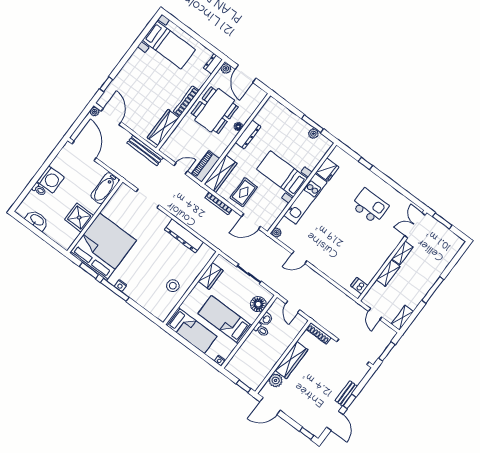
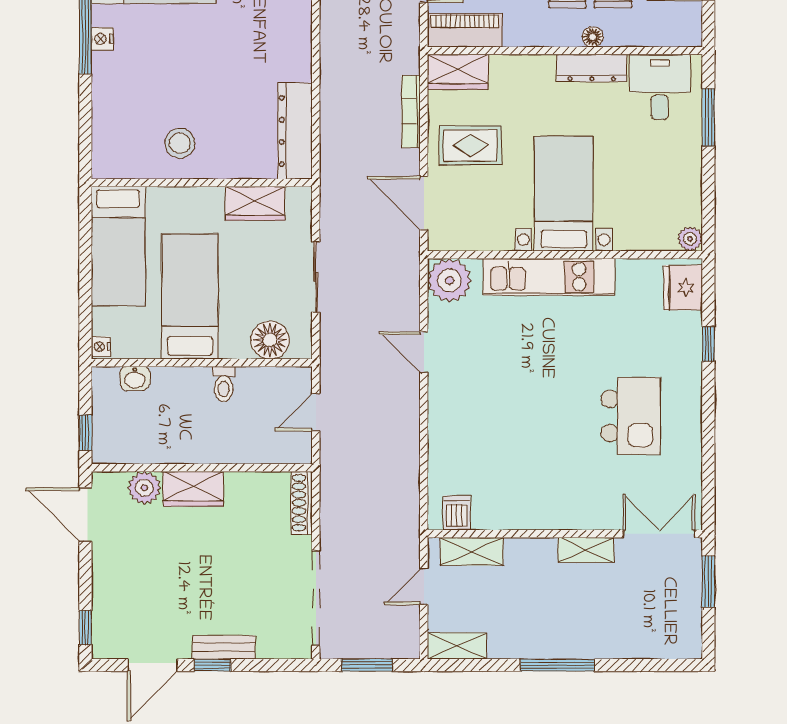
desk: (271, 117) -> (660, 87), added
window: (313, 124) -> (708, 117), moved
plant: (313, 134) -> (690, 239), moved
fridge: (327, 170) -> (683, 288), moved, turned 90
wardrobe: (221, 174) -> (458, 72), width x0.67
plant: (277, 233) -> (449, 280), width x1.88, depth x1.88
dresser: (184, 236) -> (295, 131), moved
shelving: (388, 273) -> (472, 551), moved
washbasin: (266, 319) -> (135, 378), moved
wardrobe: (291, 360) -> (193, 489), width x0.67

